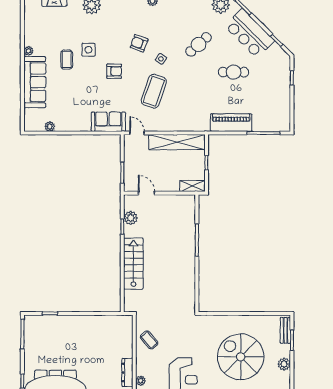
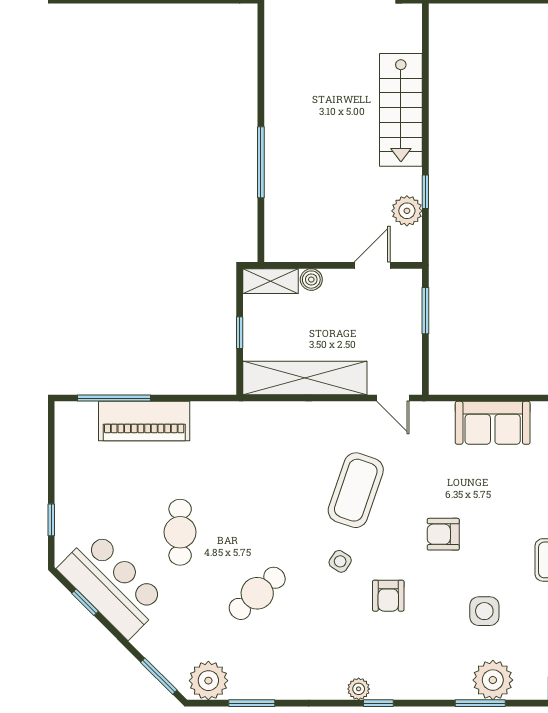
bar counter: (250, 33) -> (112, 585), moved
armchair: (139, 43) -> (388, 596), turned 70
side table: (88, 50) -> (484, 611), moved
cafe table: (234, 72) -> (180, 532), turned 90
sofa: (108, 122) -> (493, 423), moved
piano: (231, 123) -> (144, 421), moved
boiler: (174, 187) -> (311, 280), added
door: (146, 193) -> (372, 265), swing flipped

